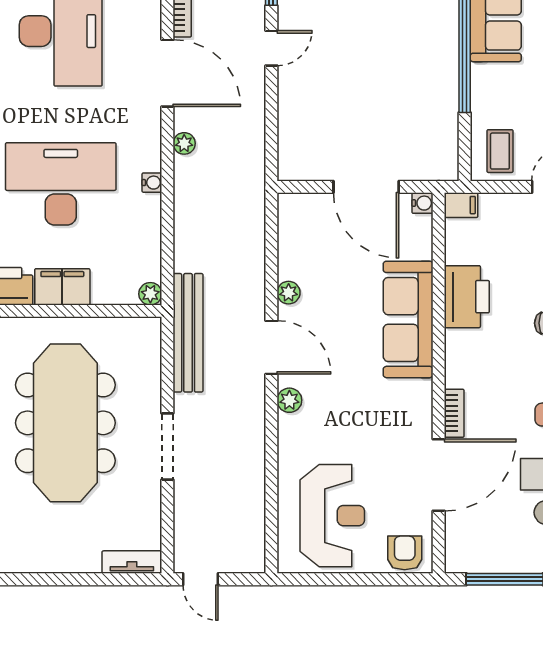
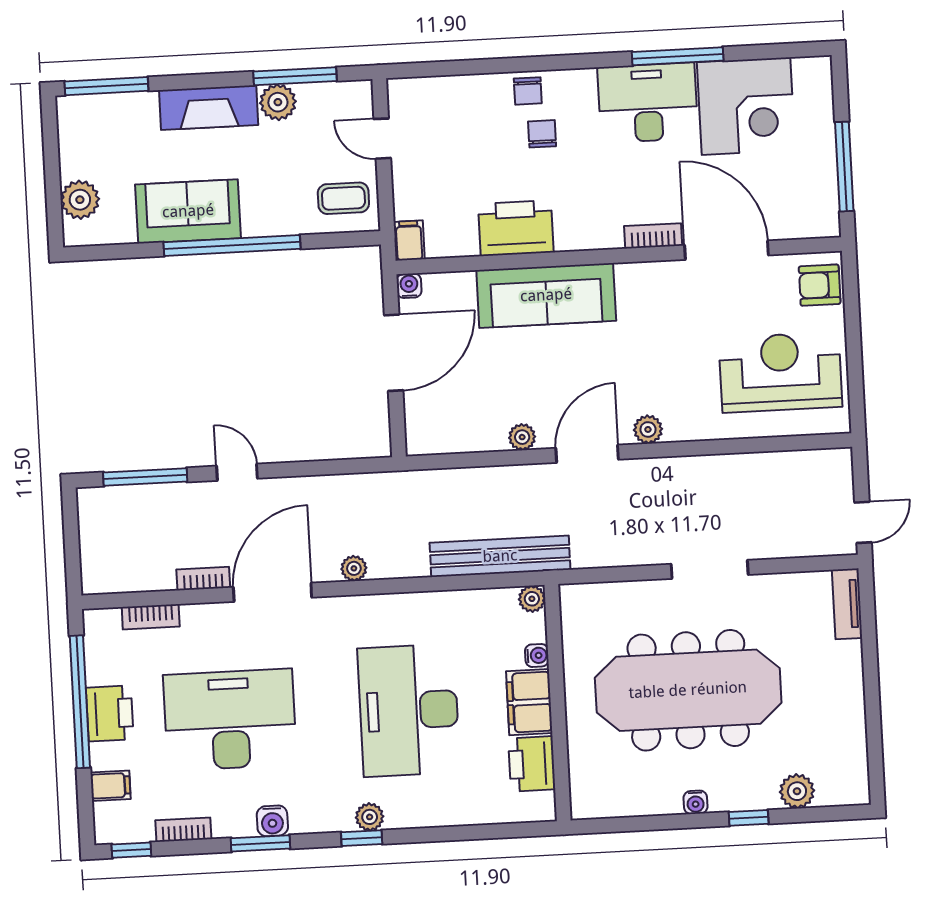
water cooler: (152, 183) -> (537, 655), moved, turned 90
bench: (188, 333) -> (500, 556), moved

